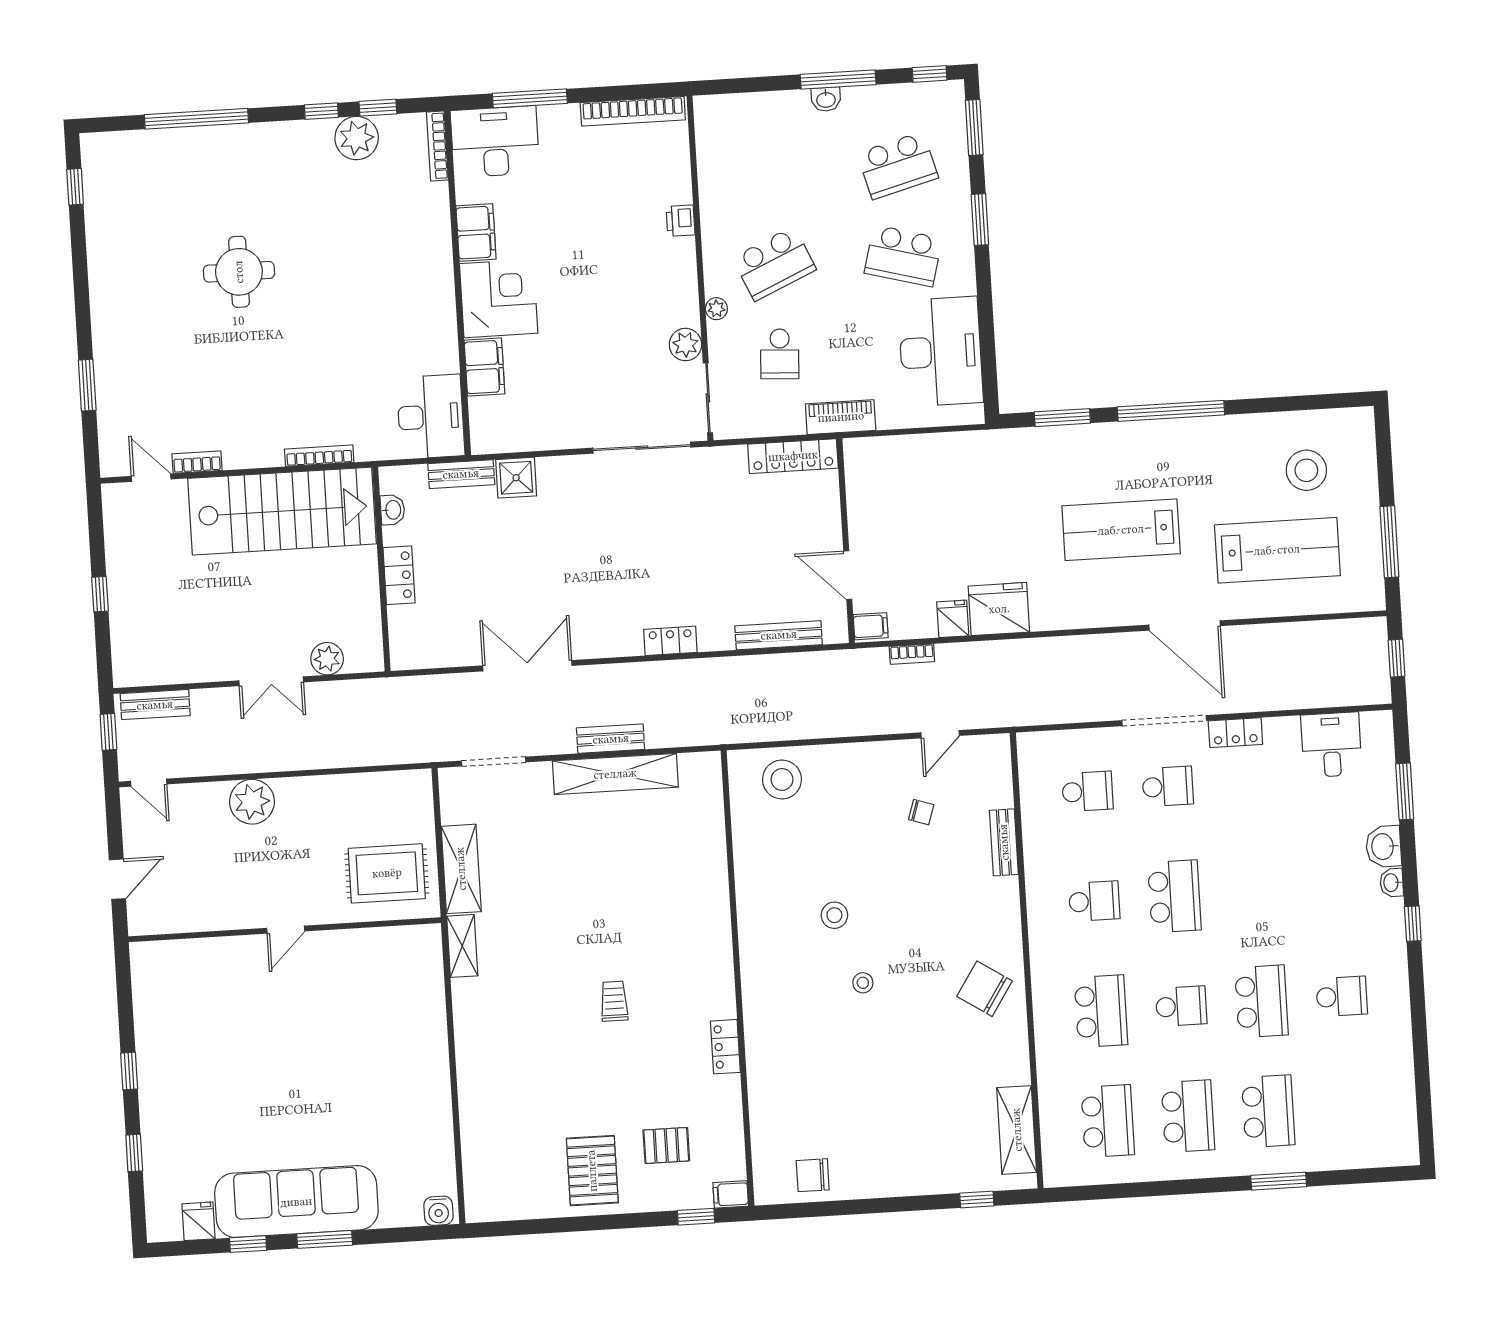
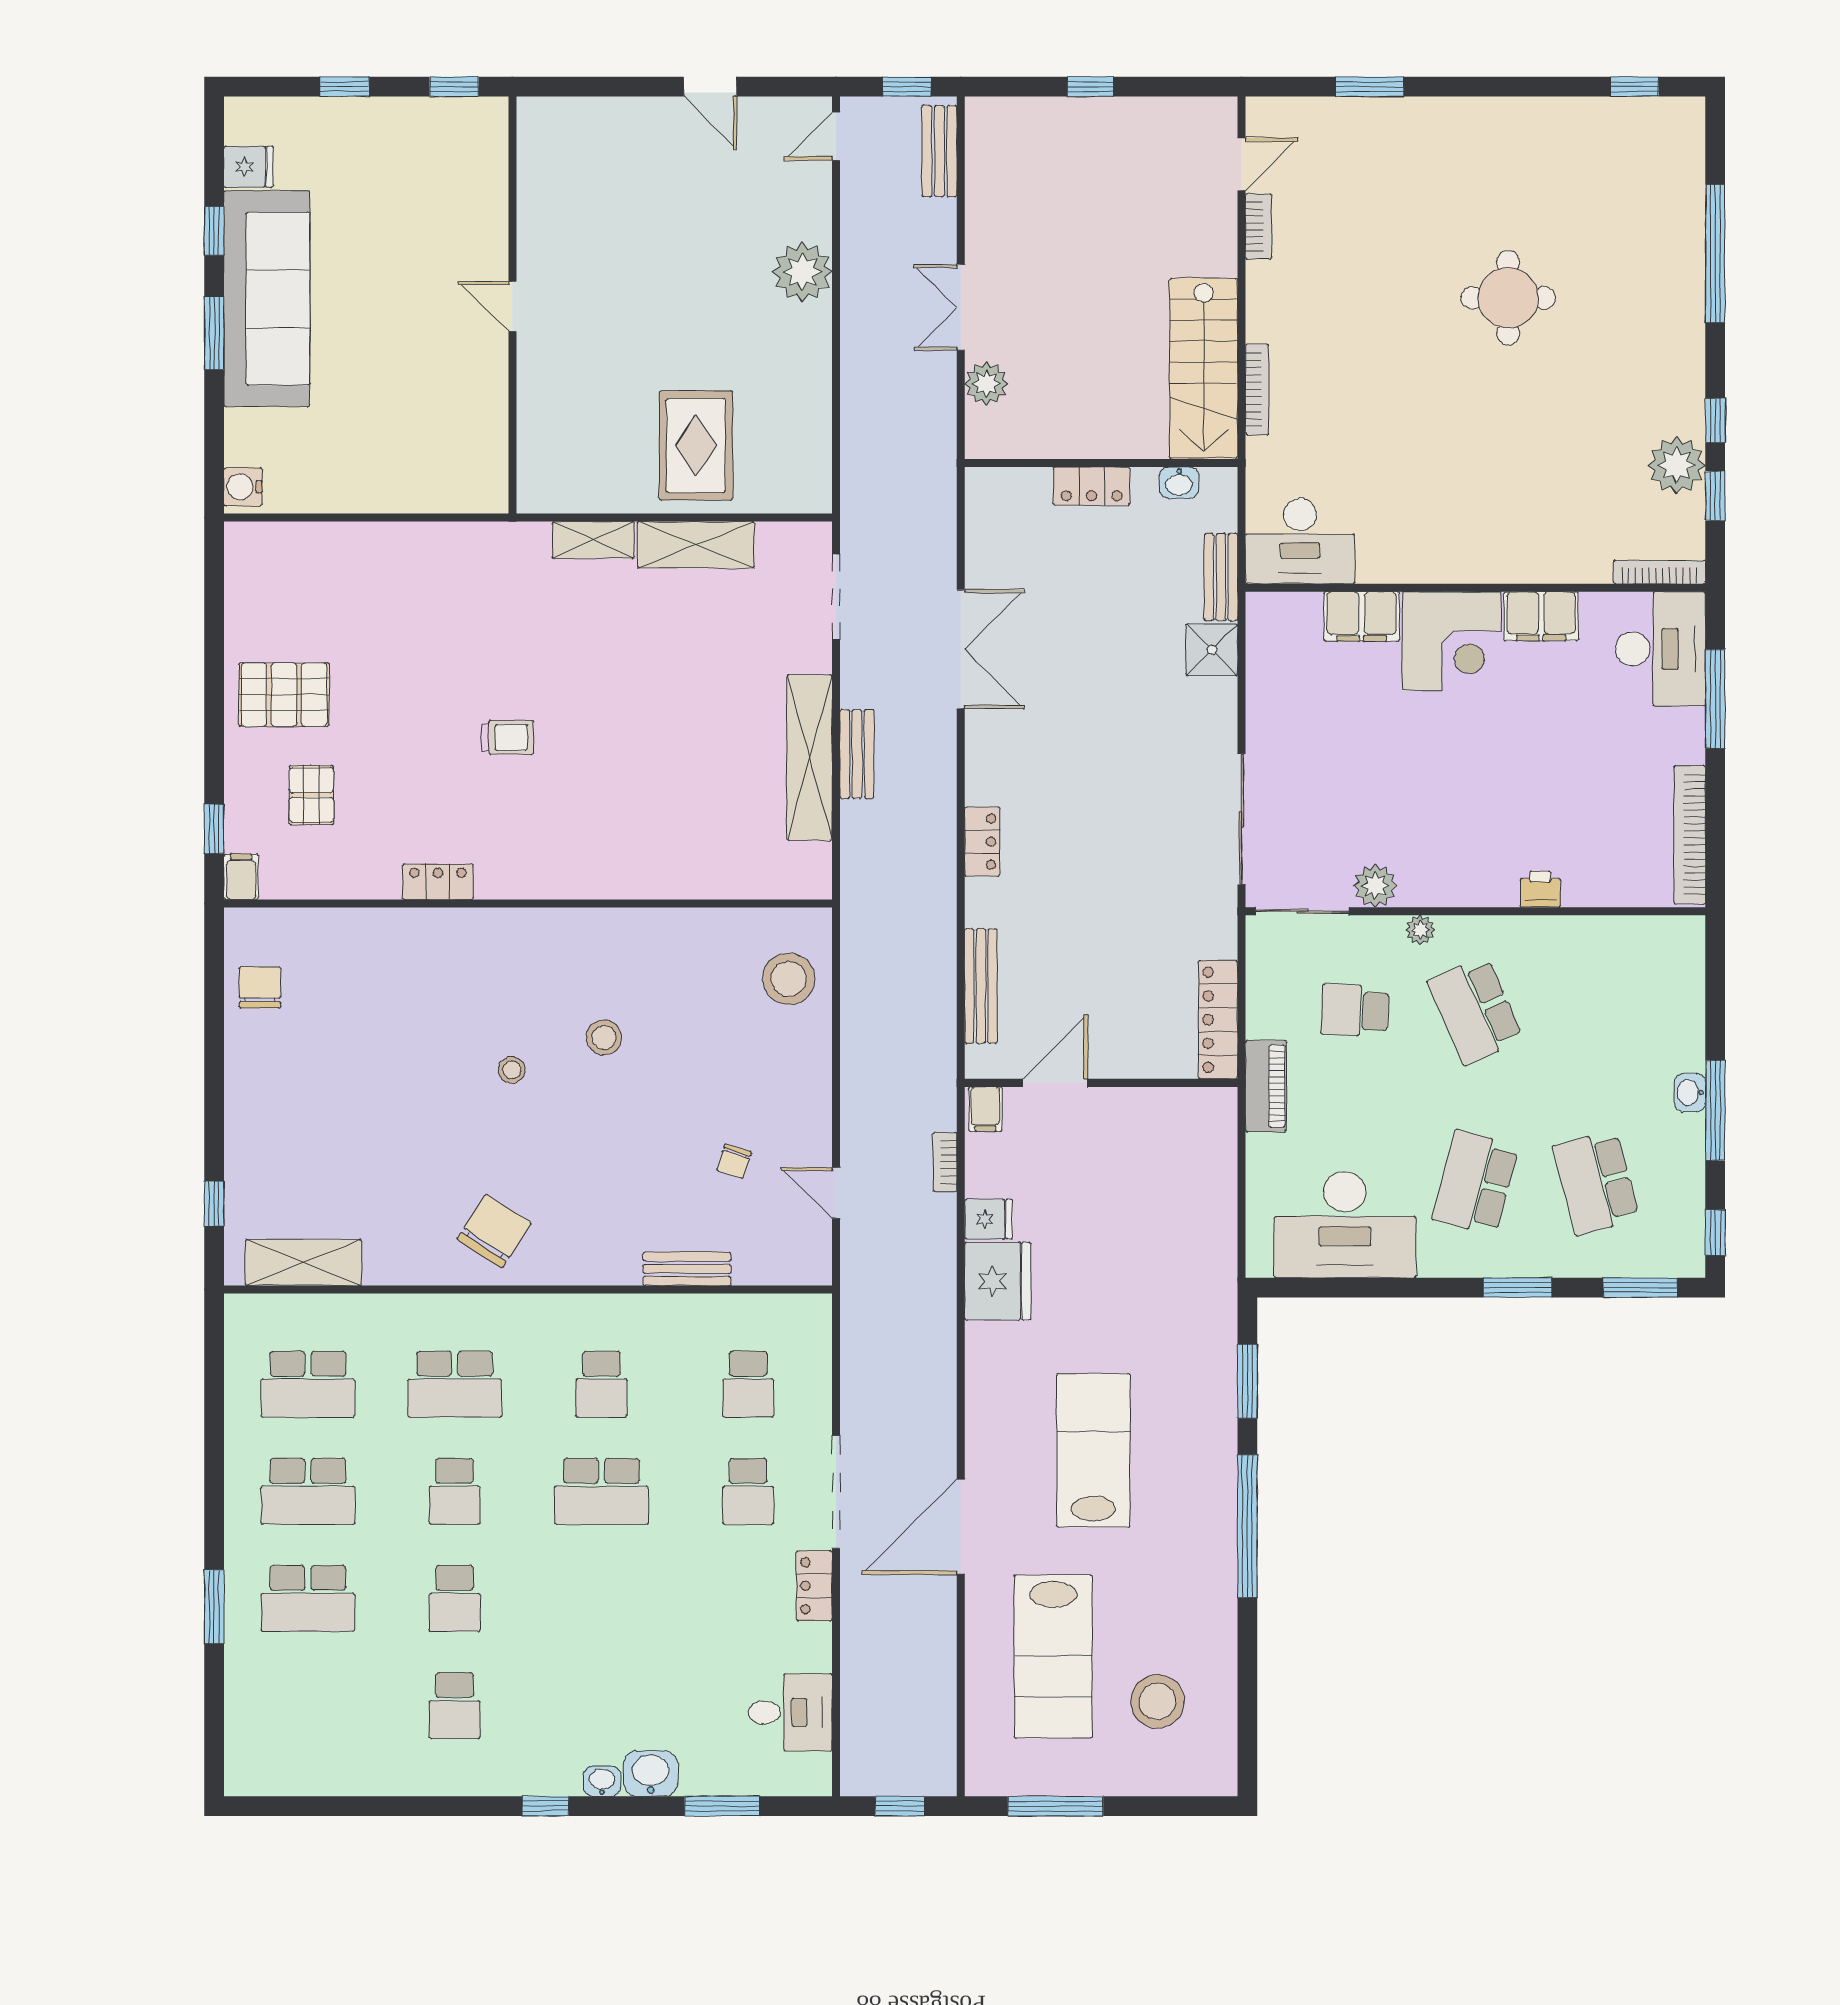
stairs: (282, 511) -> (1204, 368), width x0.73, depth x0.66
wall: (285, 930) -> (512, 305), moved
door: (286, 930) -> (512, 306), moved
school desk: (1261, 1001) -> (455, 1598), width x0.54

